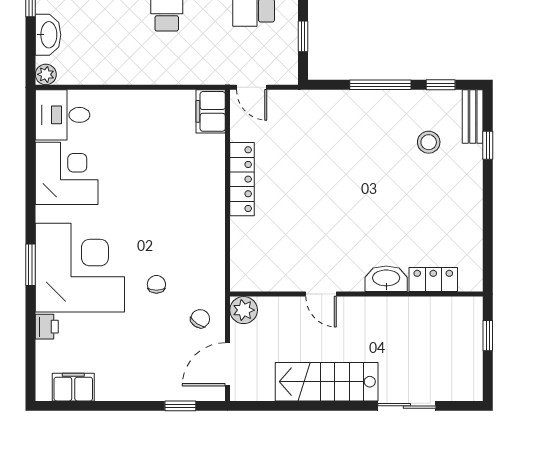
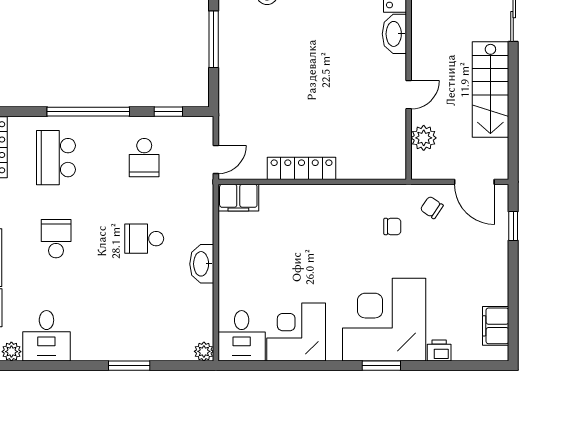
washbasin: (48, 35) -> (202, 264), moved, turned -90
chair: (156, 284) -> (392, 226), moved, turned 180
plant: (244, 310) -> (424, 138), moved

